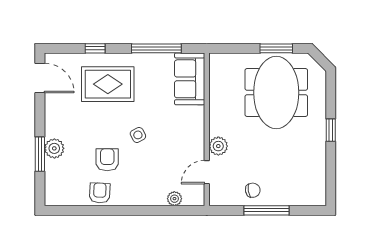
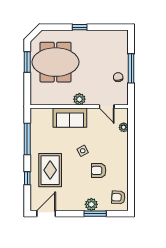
sofa: (190, 79) -> (70, 118), moved
plant: (218, 146) -> (79, 99), moved
armchair: (100, 193) -> (118, 197), moved

